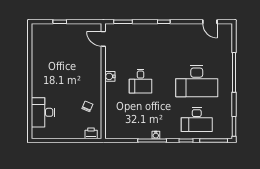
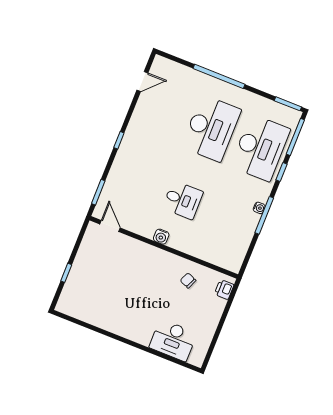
door: (103, 39) -> (110, 226), swing flipped
desk: (197, 120) -> (260, 148), width x1.36, depth x1.30

